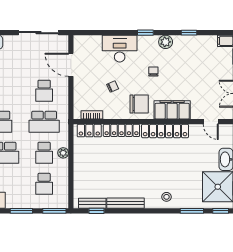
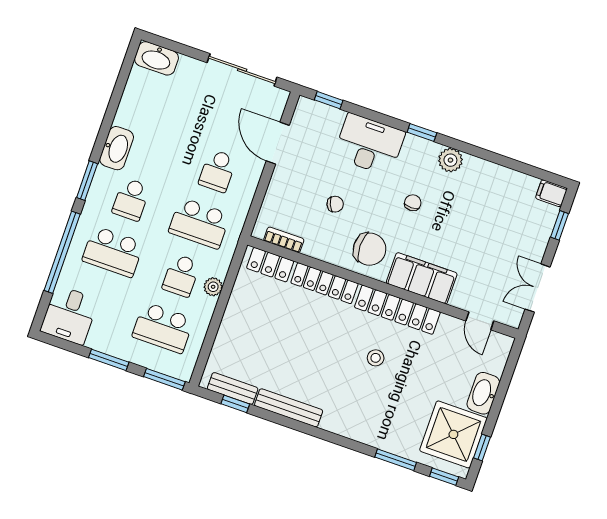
window: (189, 33) -> (329, 100), moved
school desk: (44, 184) -> (163, 328), width x1.85
stool: (167, 197) -> (376, 358), moved

